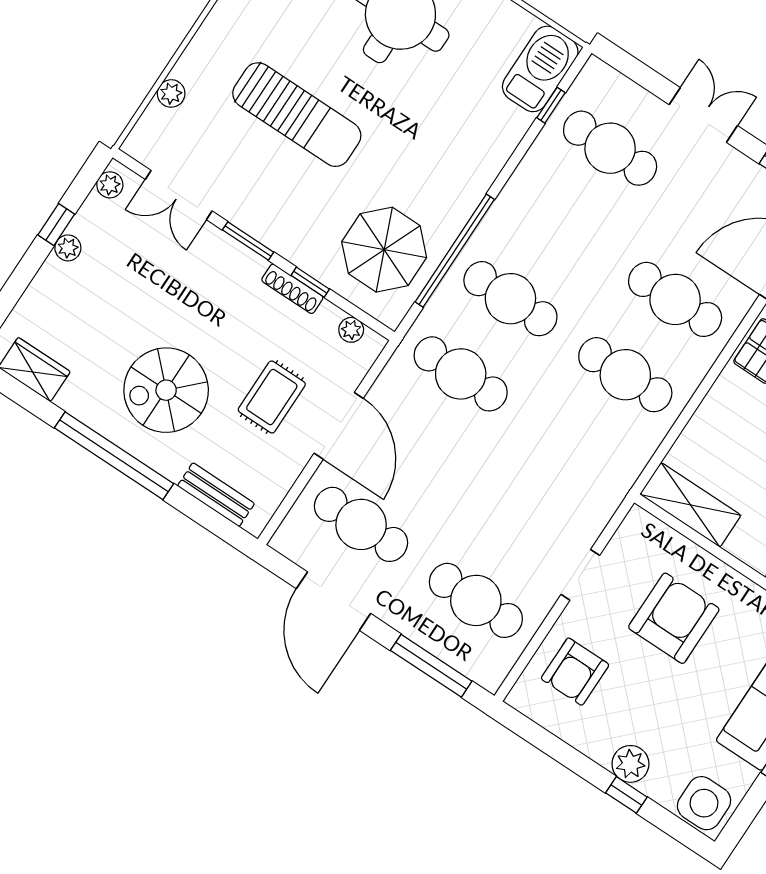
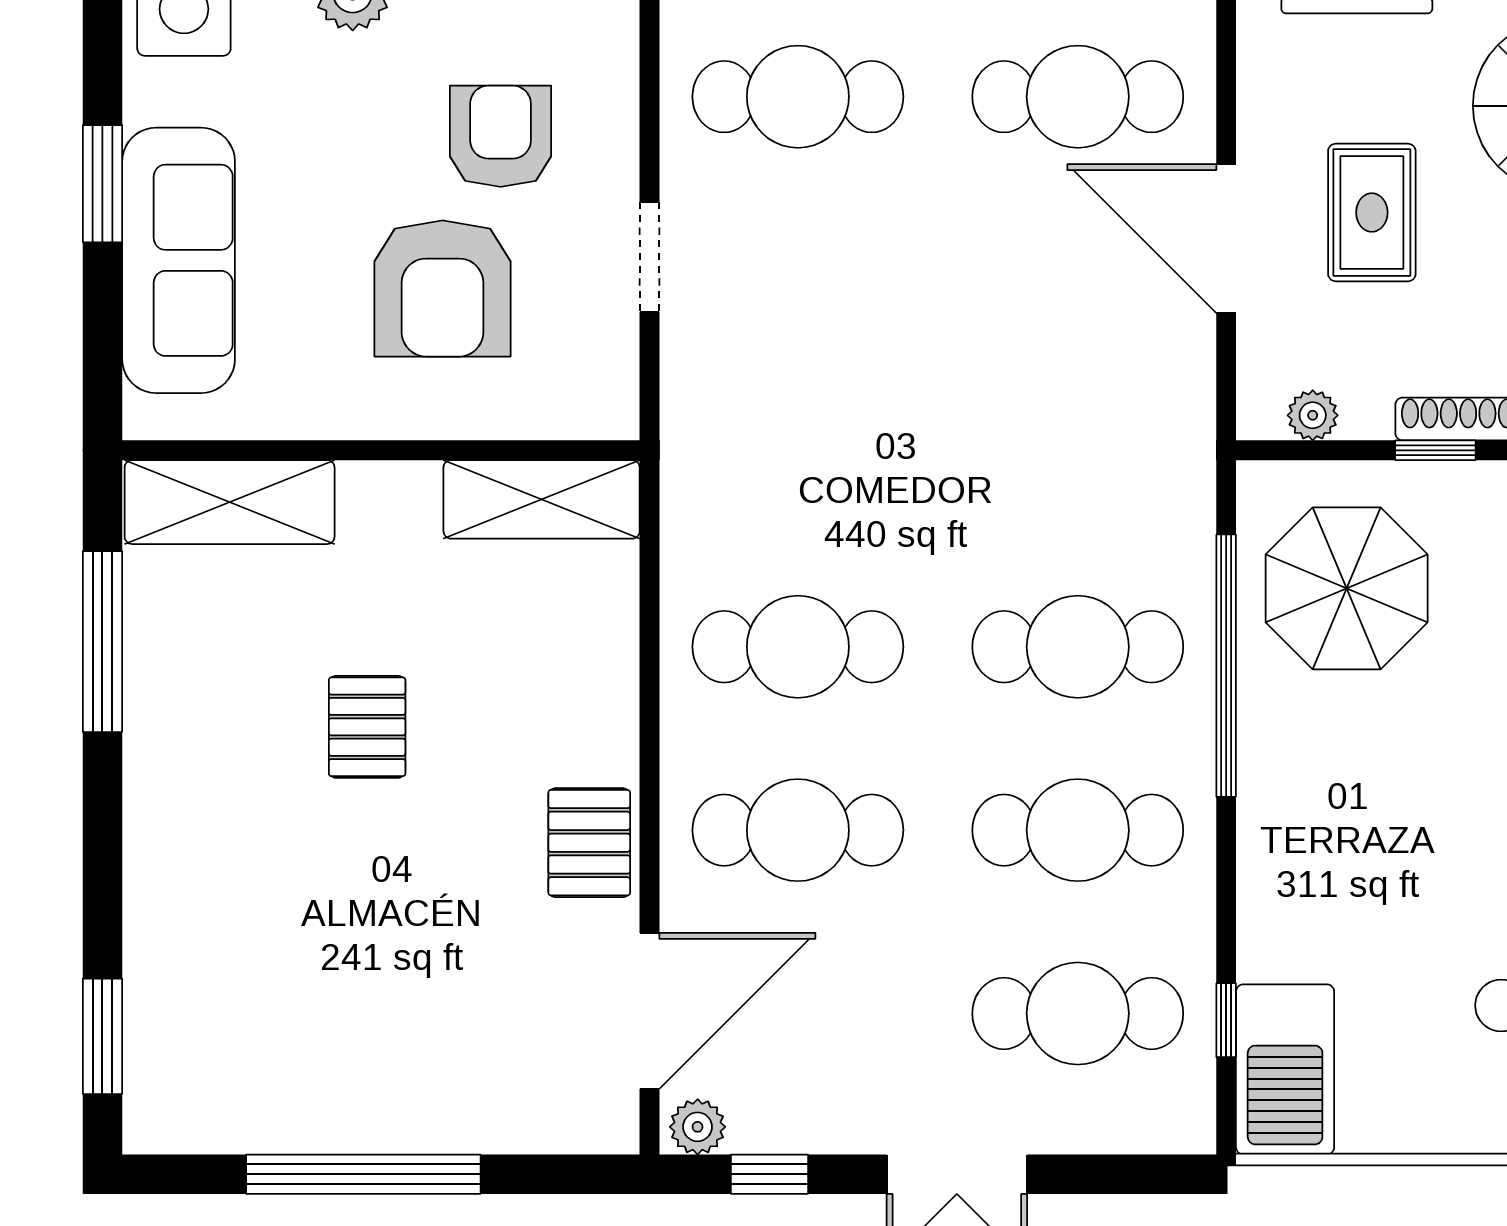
cafe table: (461, 374) -> (1078, 830), moved
armchair: (575, 672) -> (501, 136), moved

